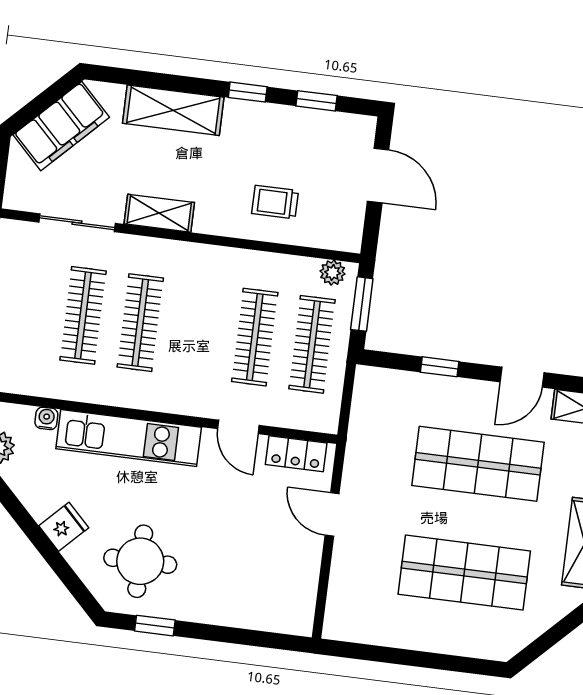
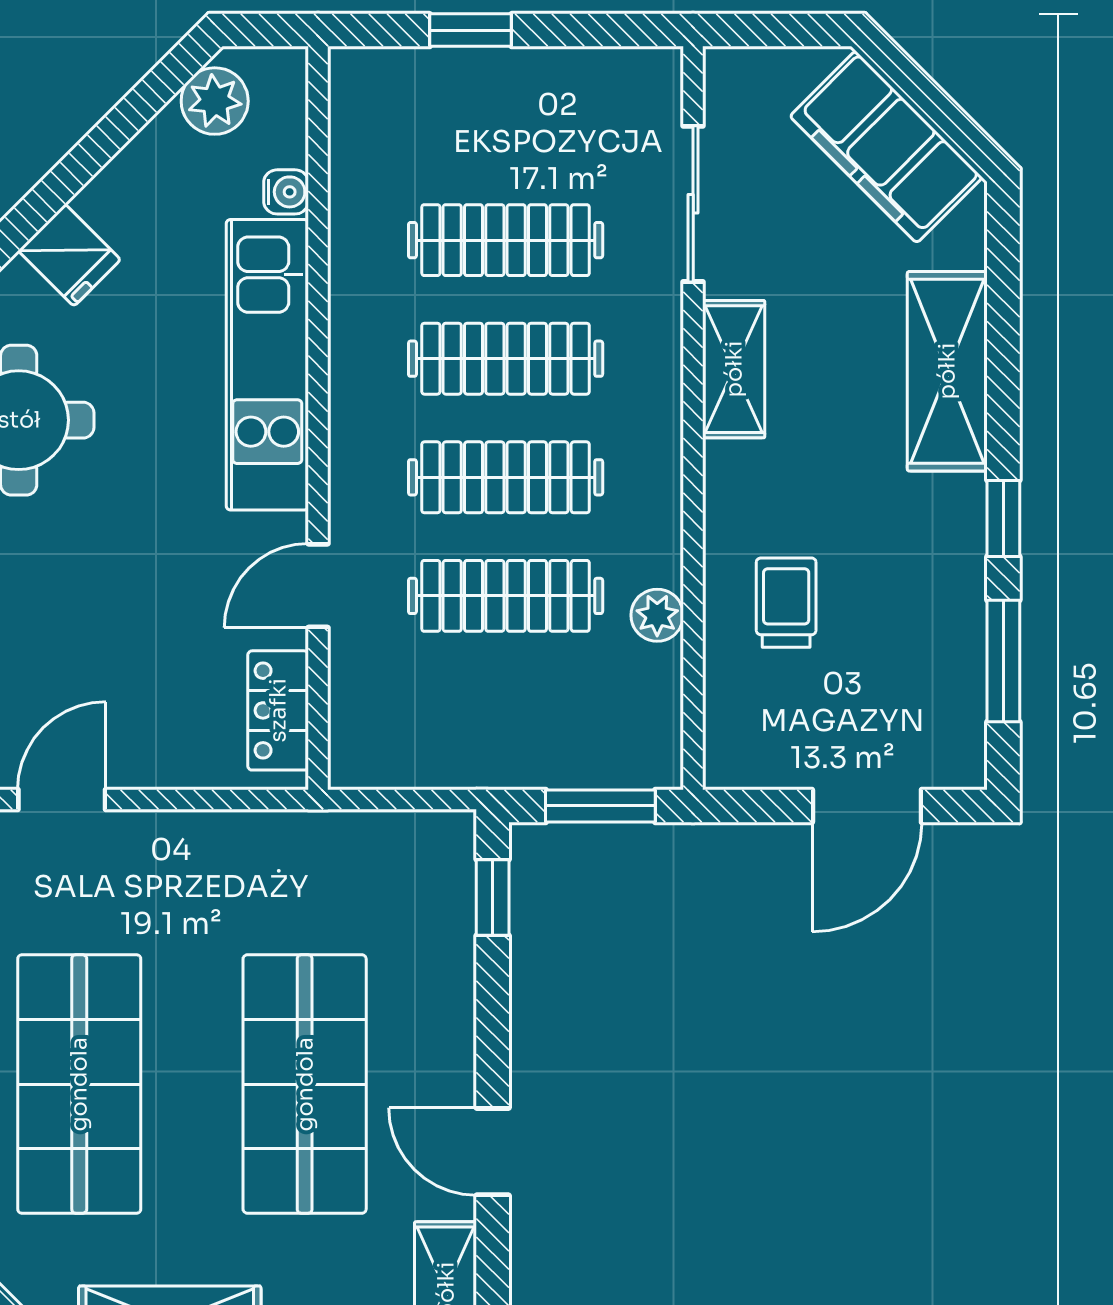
window: (316, 101) -> (1003, 661), width x1.50
plant: (333, 273) -> (657, 615), moved
clothes rail: (312, 344) -> (506, 477), moved
window: (440, 367) -> (493, 897), moved
door: (332, 514) -> (62, 800), moved

